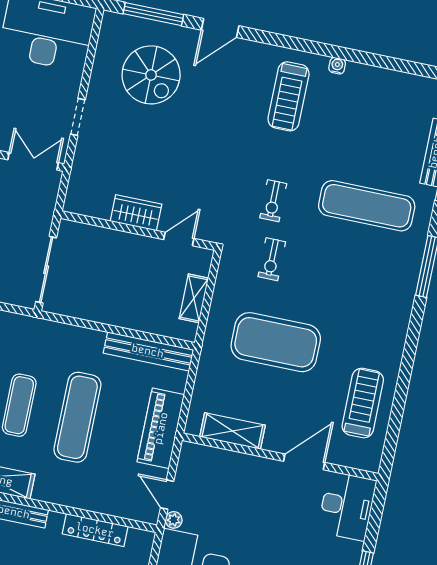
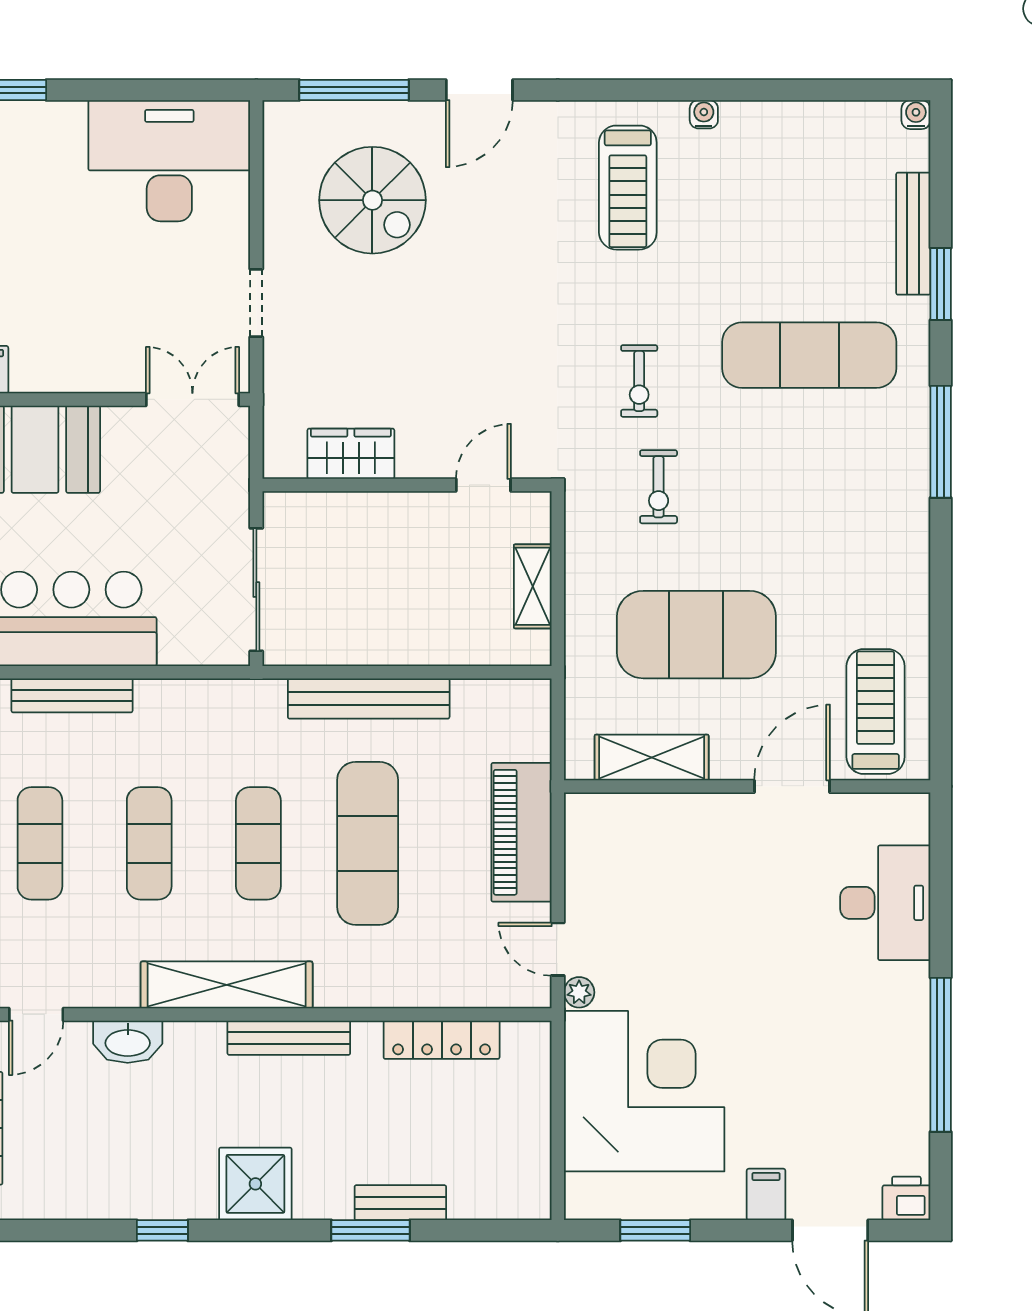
wardrobe: (136, 213) -> (351, 454), moved
bench: (148, 351) -> (369, 699), moved
shelving: (232, 431) -> (652, 757), moved
wall: (280, 457) -> (747, 786), moved
door: (304, 462) -> (792, 786), moved

